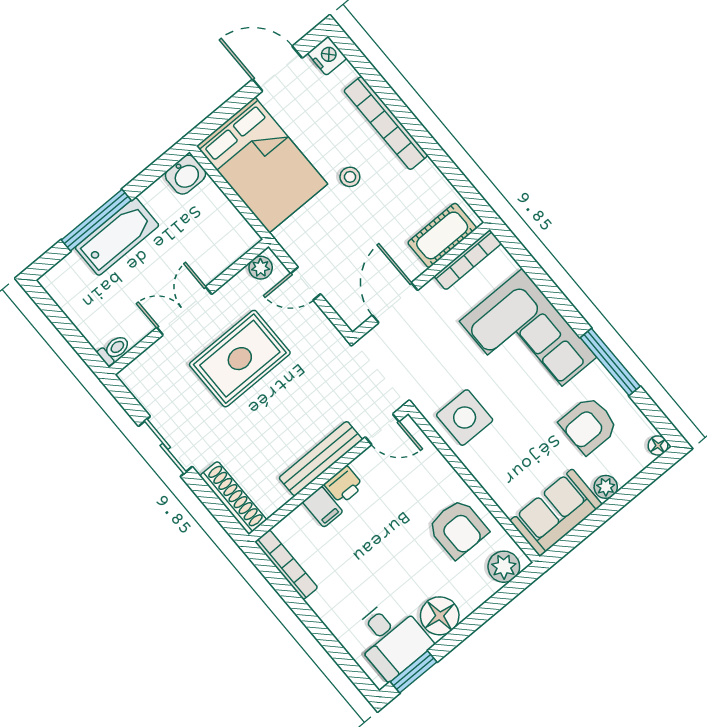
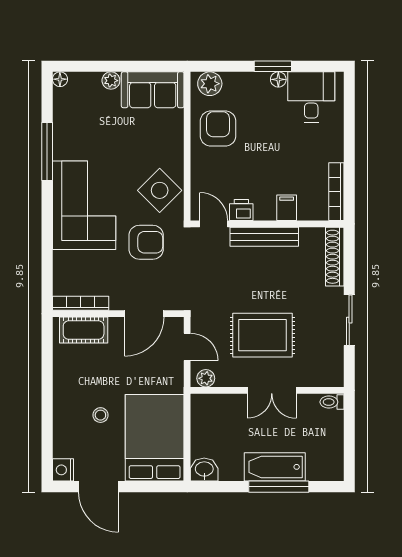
bookcase: (386, 123) -> (62, 402), removed
stool: (350, 177) -> (100, 415), moved
cot: (442, 235) -> (84, 330), moved
bookcase: (468, 260) -> (81, 303), moved
wall: (421, 281) -> (118, 314), moved
door: (395, 303) -> (144, 314), moved
side table: (465, 418) -> (160, 190), turned 45
armchair: (589, 425) -> (146, 242), moved
printer: (344, 485) -> (241, 210), moved
floor lamp: (440, 616) -> (278, 79), width x0.53, depth x0.53
window: (414, 672) -> (273, 66), moved

